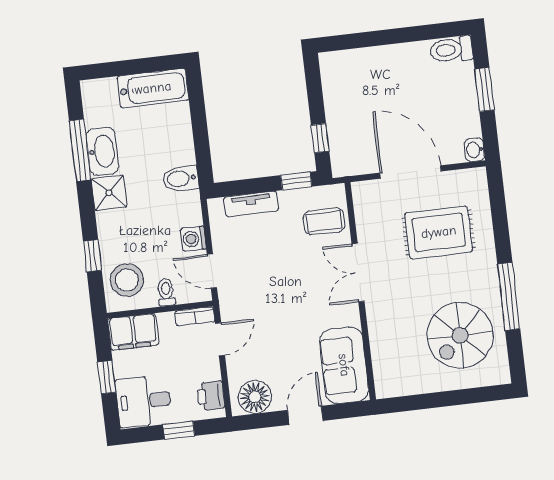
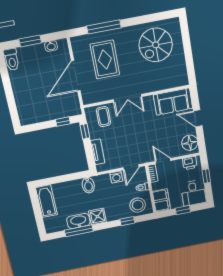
washbasin: (474, 150) -> (51, 46), moved
window: (509, 296) -> (104, 27), moved
spiral stairs: (460, 335) -> (156, 45), turned 90

